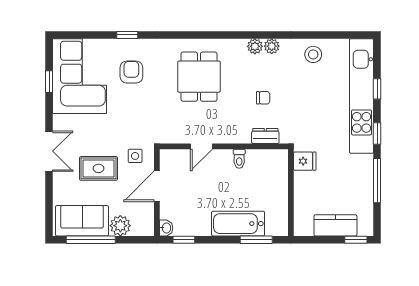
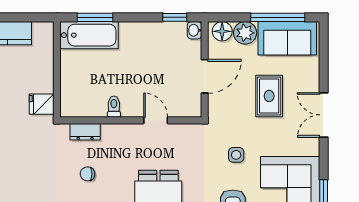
door: (201, 146) -> (156, 120), hinge flipped
side table: (135, 156) -> (236, 155), moved
rug: (99, 168) -> (269, 96), turned 90
bathtub: (238, 224) -> (89, 35), moved
floor lamp: (141, 227) -> (222, 31), added

